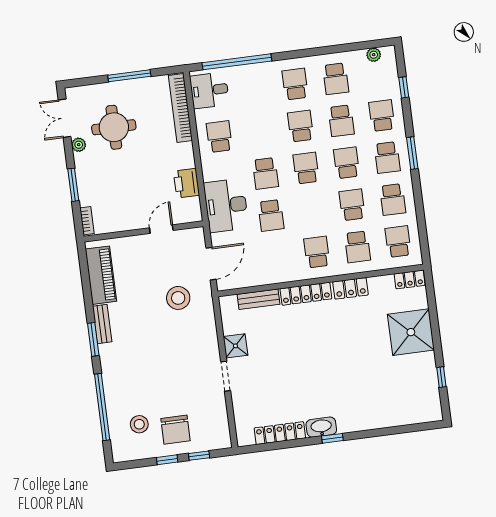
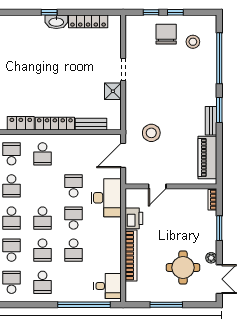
bookcase: (180, 108) -> (131, 256), moved
school desk: (219, 137) -> (74, 250), moved

